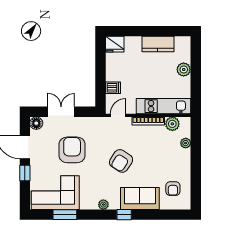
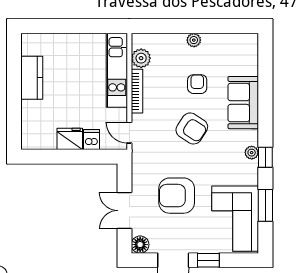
fridge: (115, 44) -> (70, 139), moved, turned -90
plant: (184, 70) -> (67, 43), removed
plant: (186, 143) -> (194, 40), moved
armchair: (173, 189) -> (197, 84), moved, turned -90
window: (124, 215) -> (265, 157), moved

